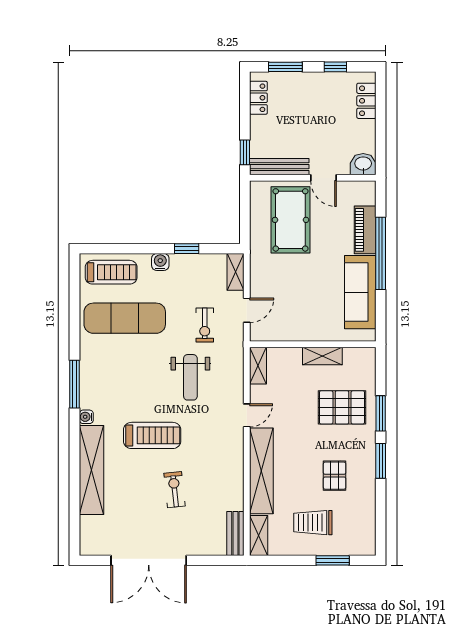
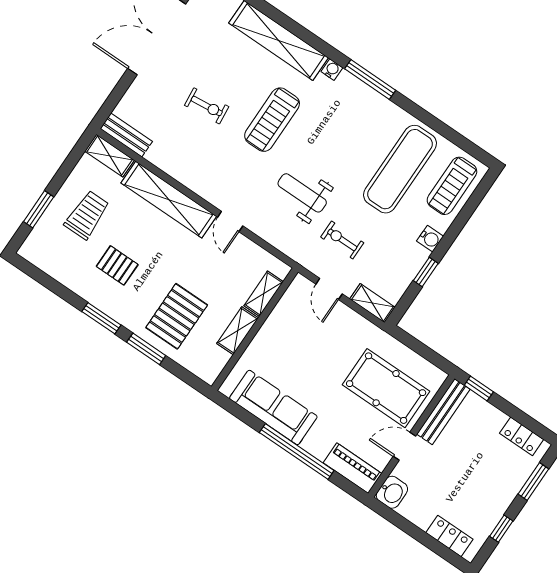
piano: (365, 230) -> (352, 468), moved
shelving: (258, 366) -> (264, 294), moved, turned 90

